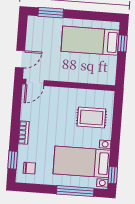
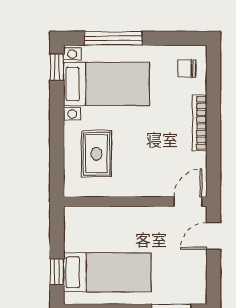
rug: (91, 117) -> (96, 154), turned 90
bookcase: (24, 133) -> (200, 123), width x1.56
window: (13, 160) -> (213, 79), removed

